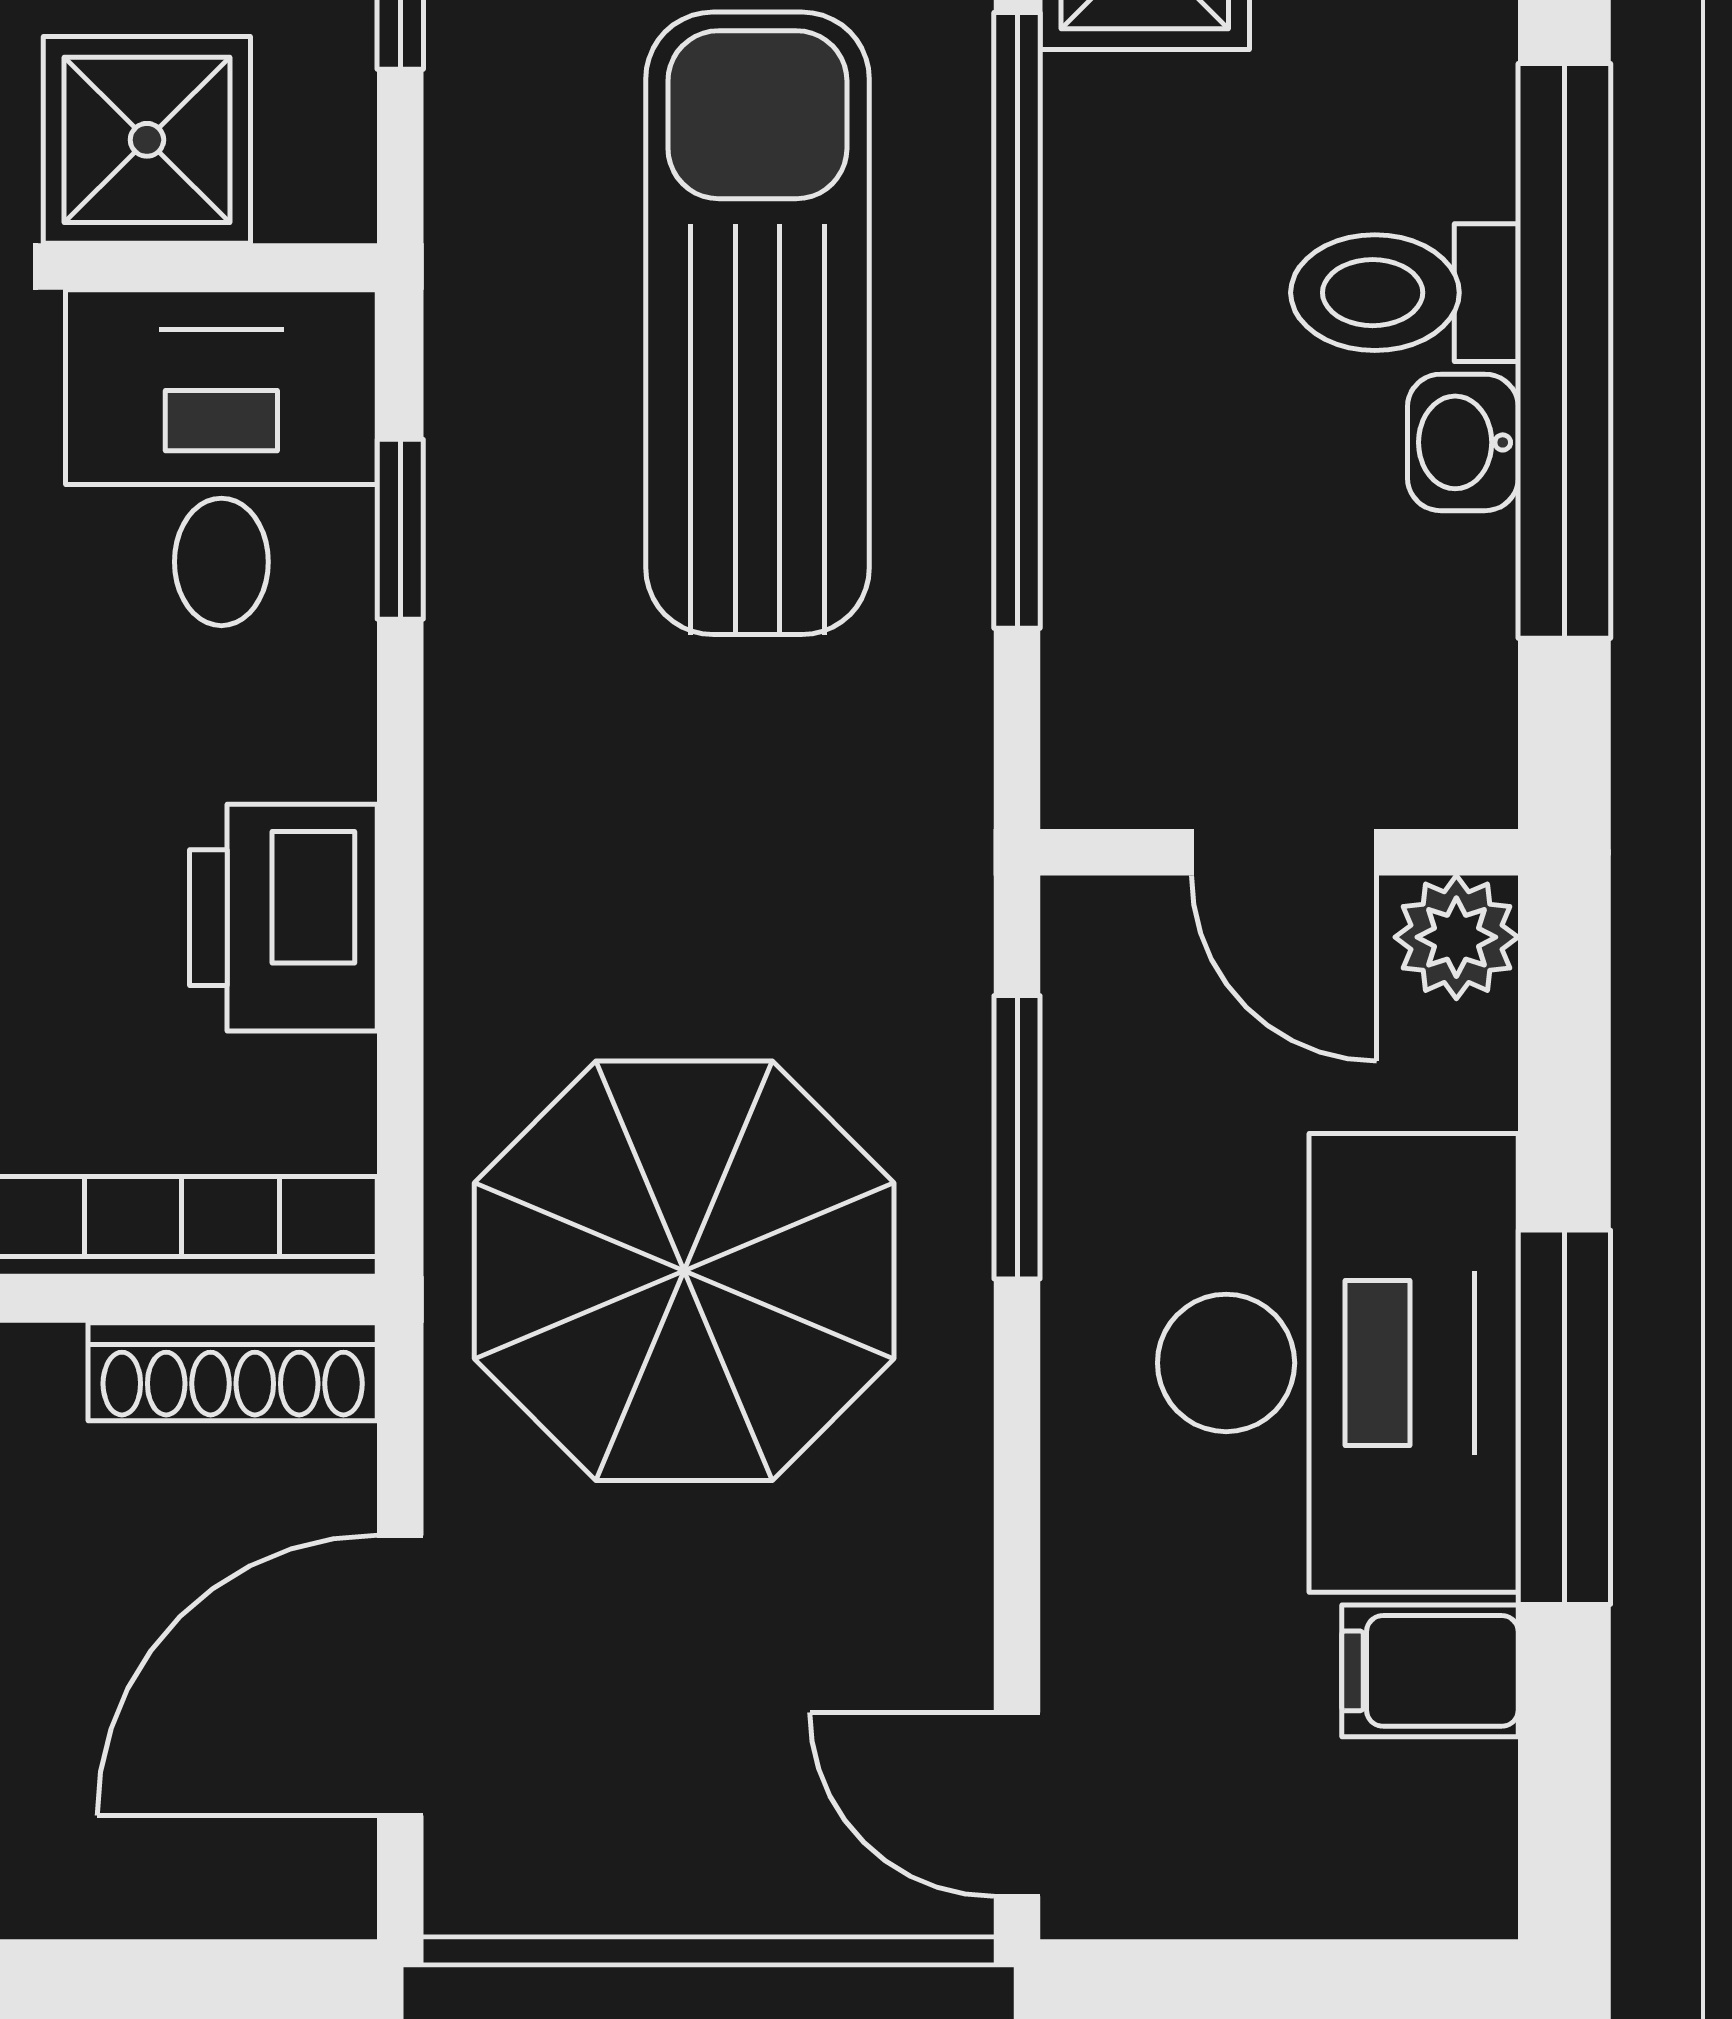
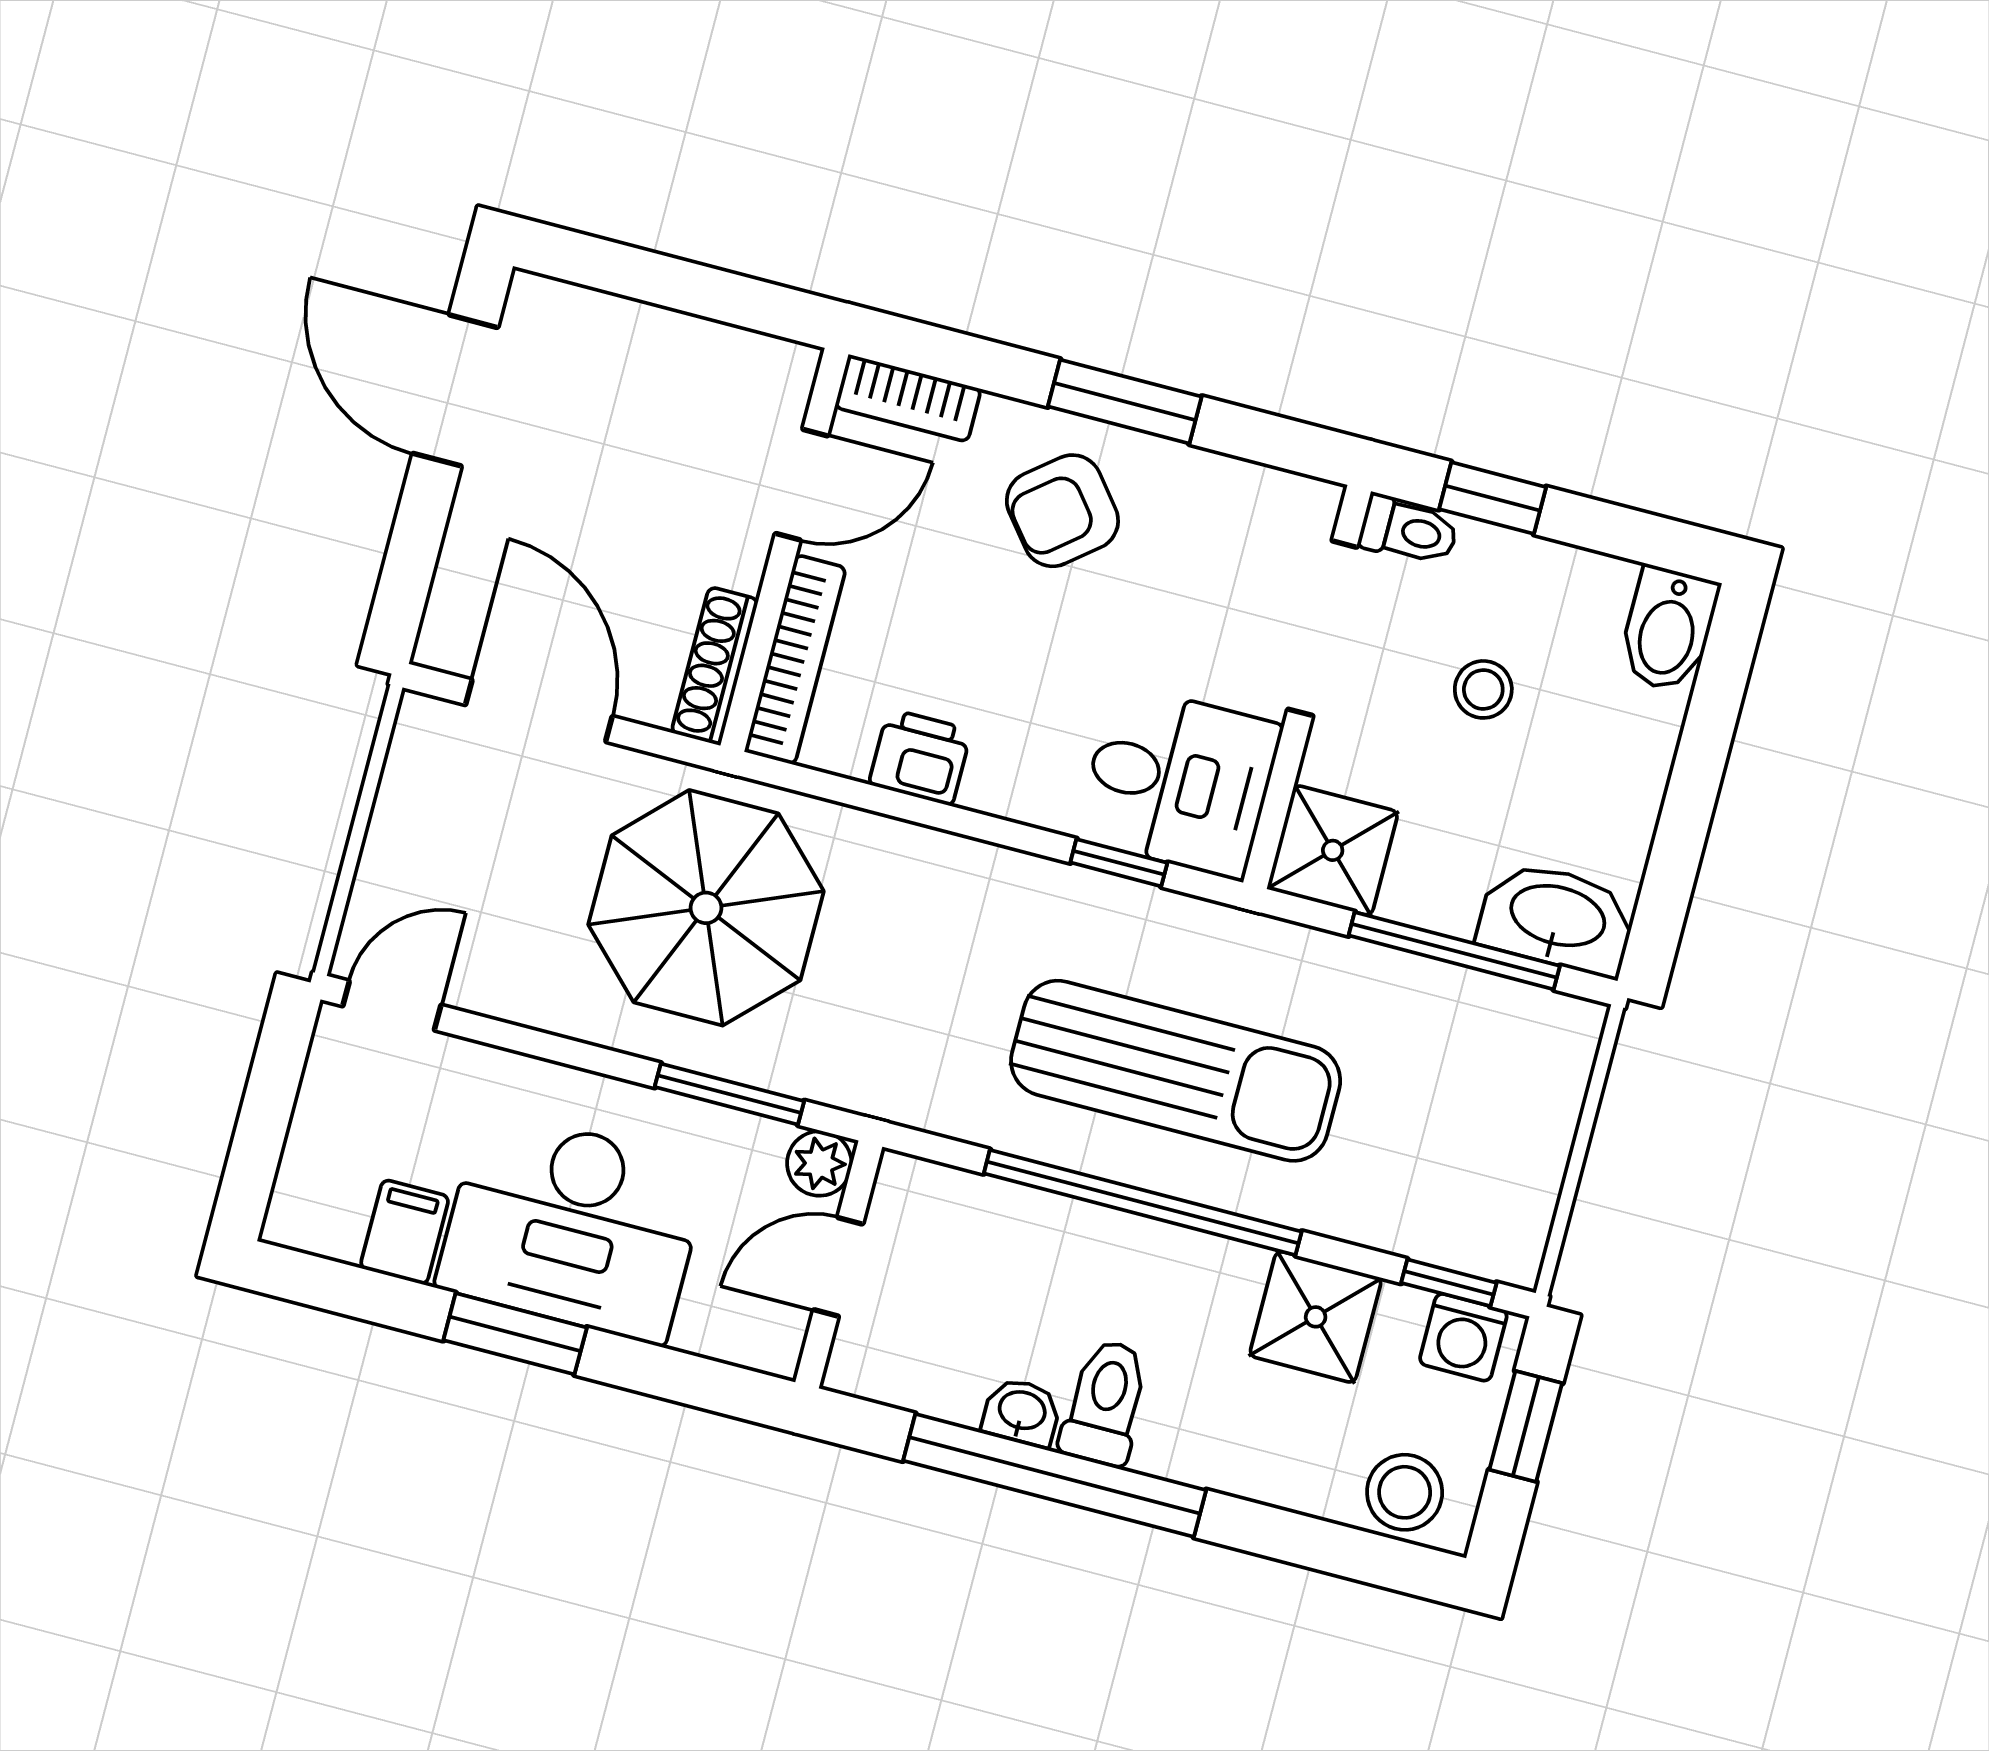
shower: (147, 140) -> (1333, 850), moved
printer: (283, 918) -> (920, 757), width x0.73, depth x0.81
plant: (1456, 937) -> (819, 1164), moved
window: (1564, 1417) -> (515, 1334), width x0.69

